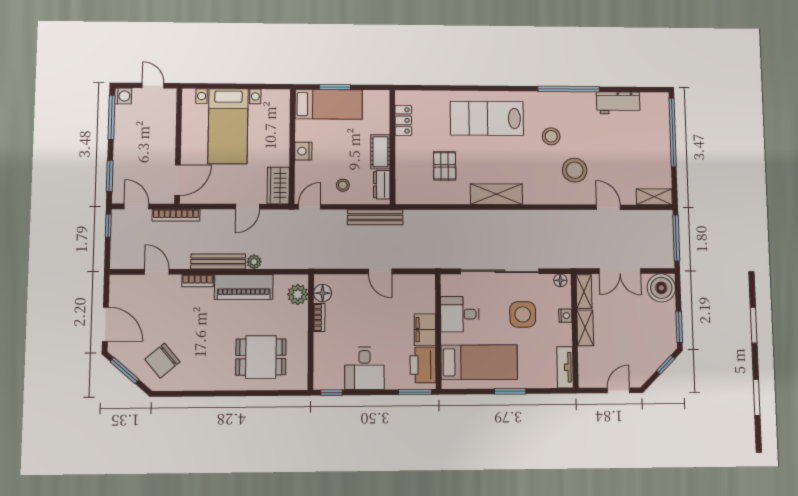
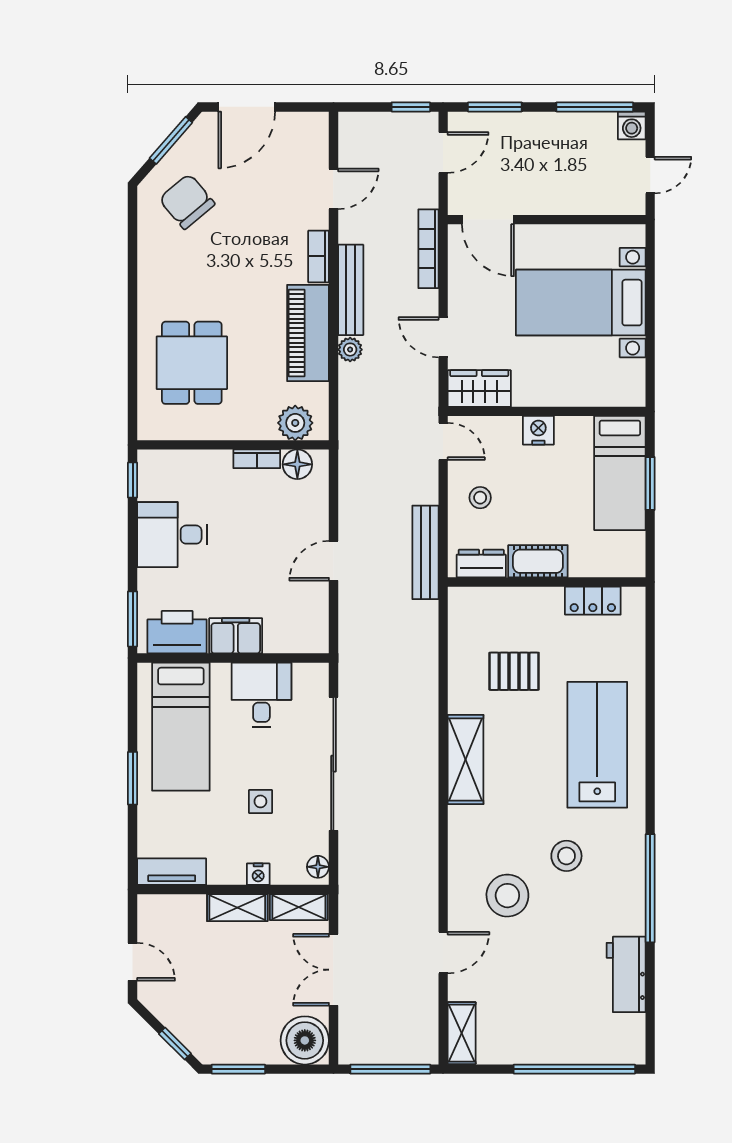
bookcase: (176, 215) -> (428, 249), moved
side table: (523, 314) -> (260, 801), width x0.54, depth x0.54

